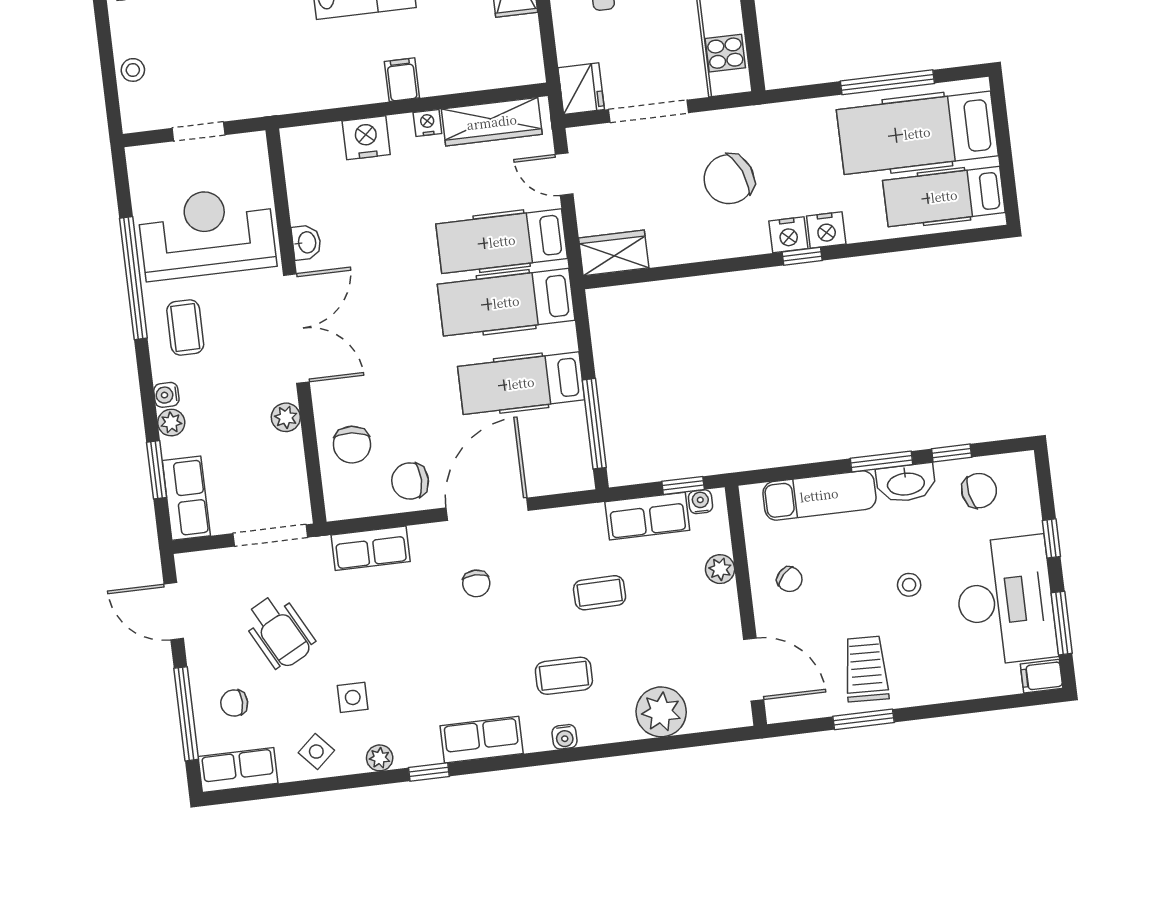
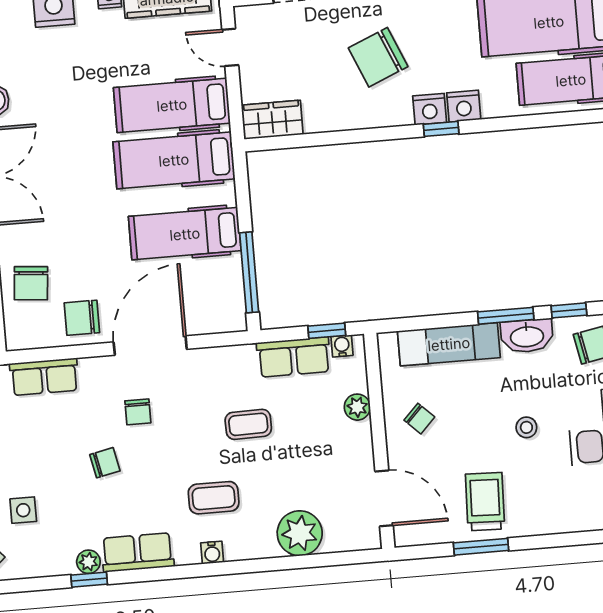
chair: (442, 641) -> (105, 463), added
plant: (380, 758) -> (88, 562), moved

